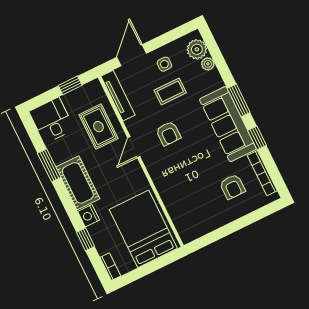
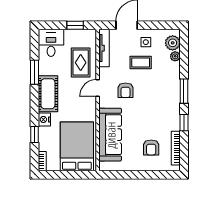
sofa: (228, 124) -> (110, 135), moved, turned 180

